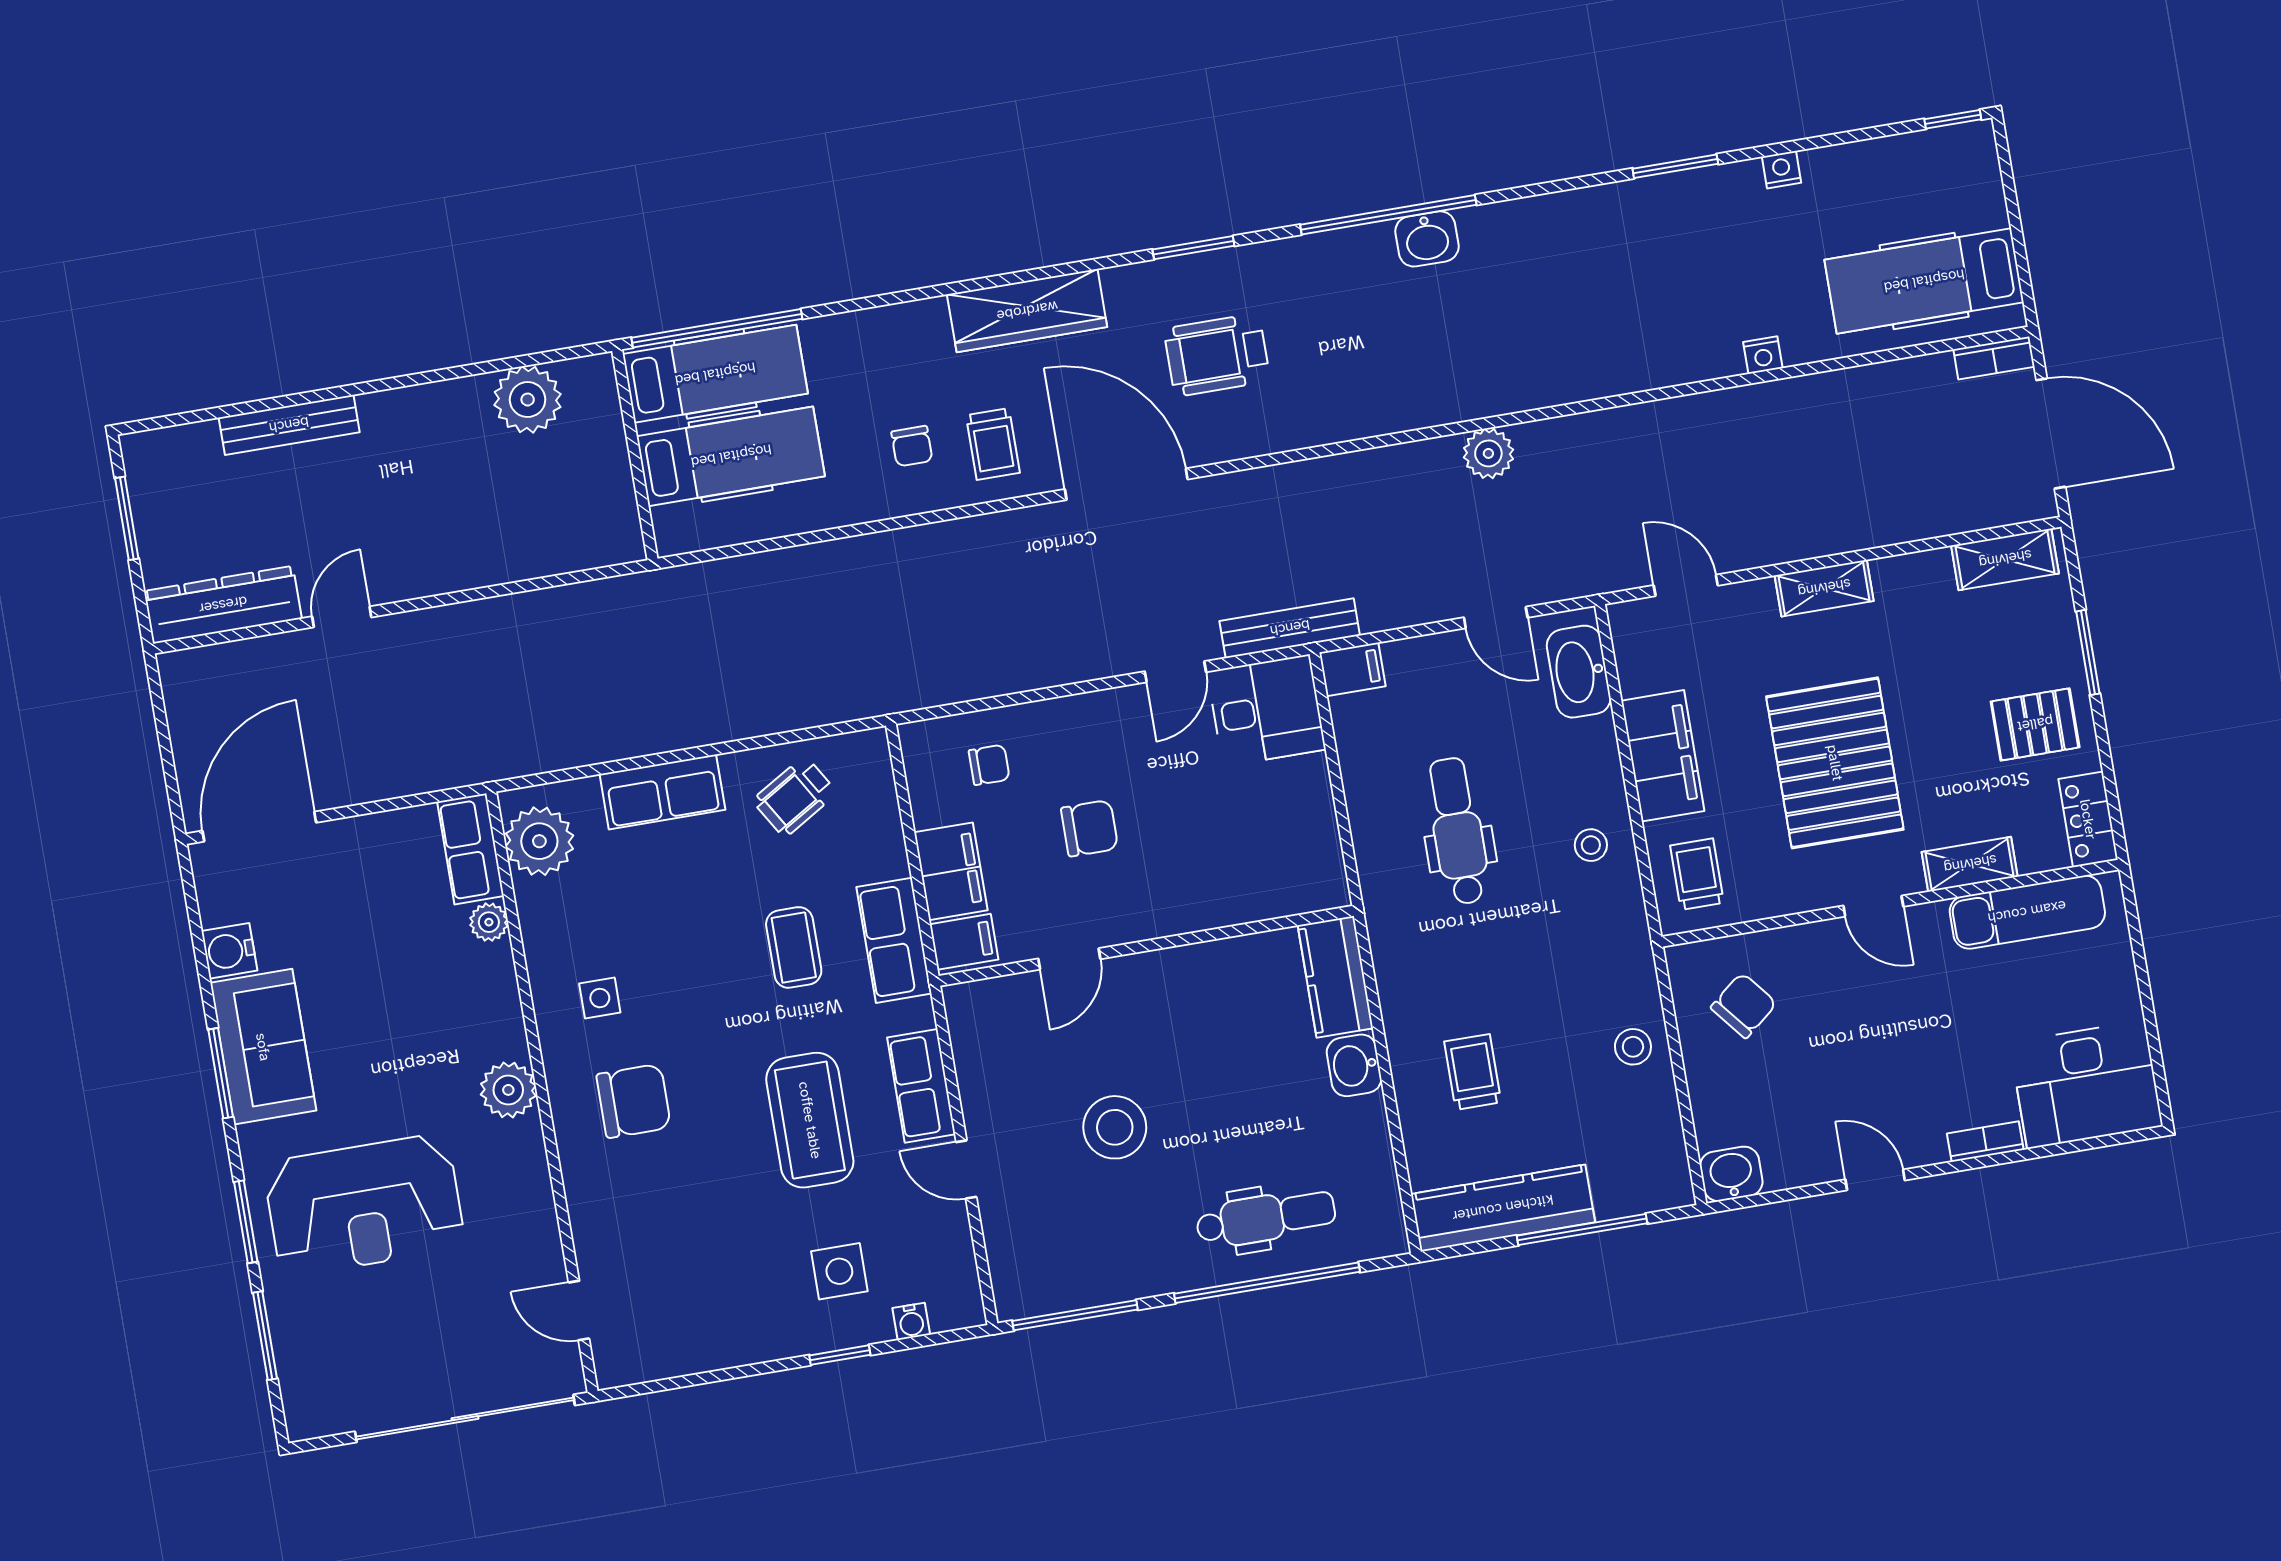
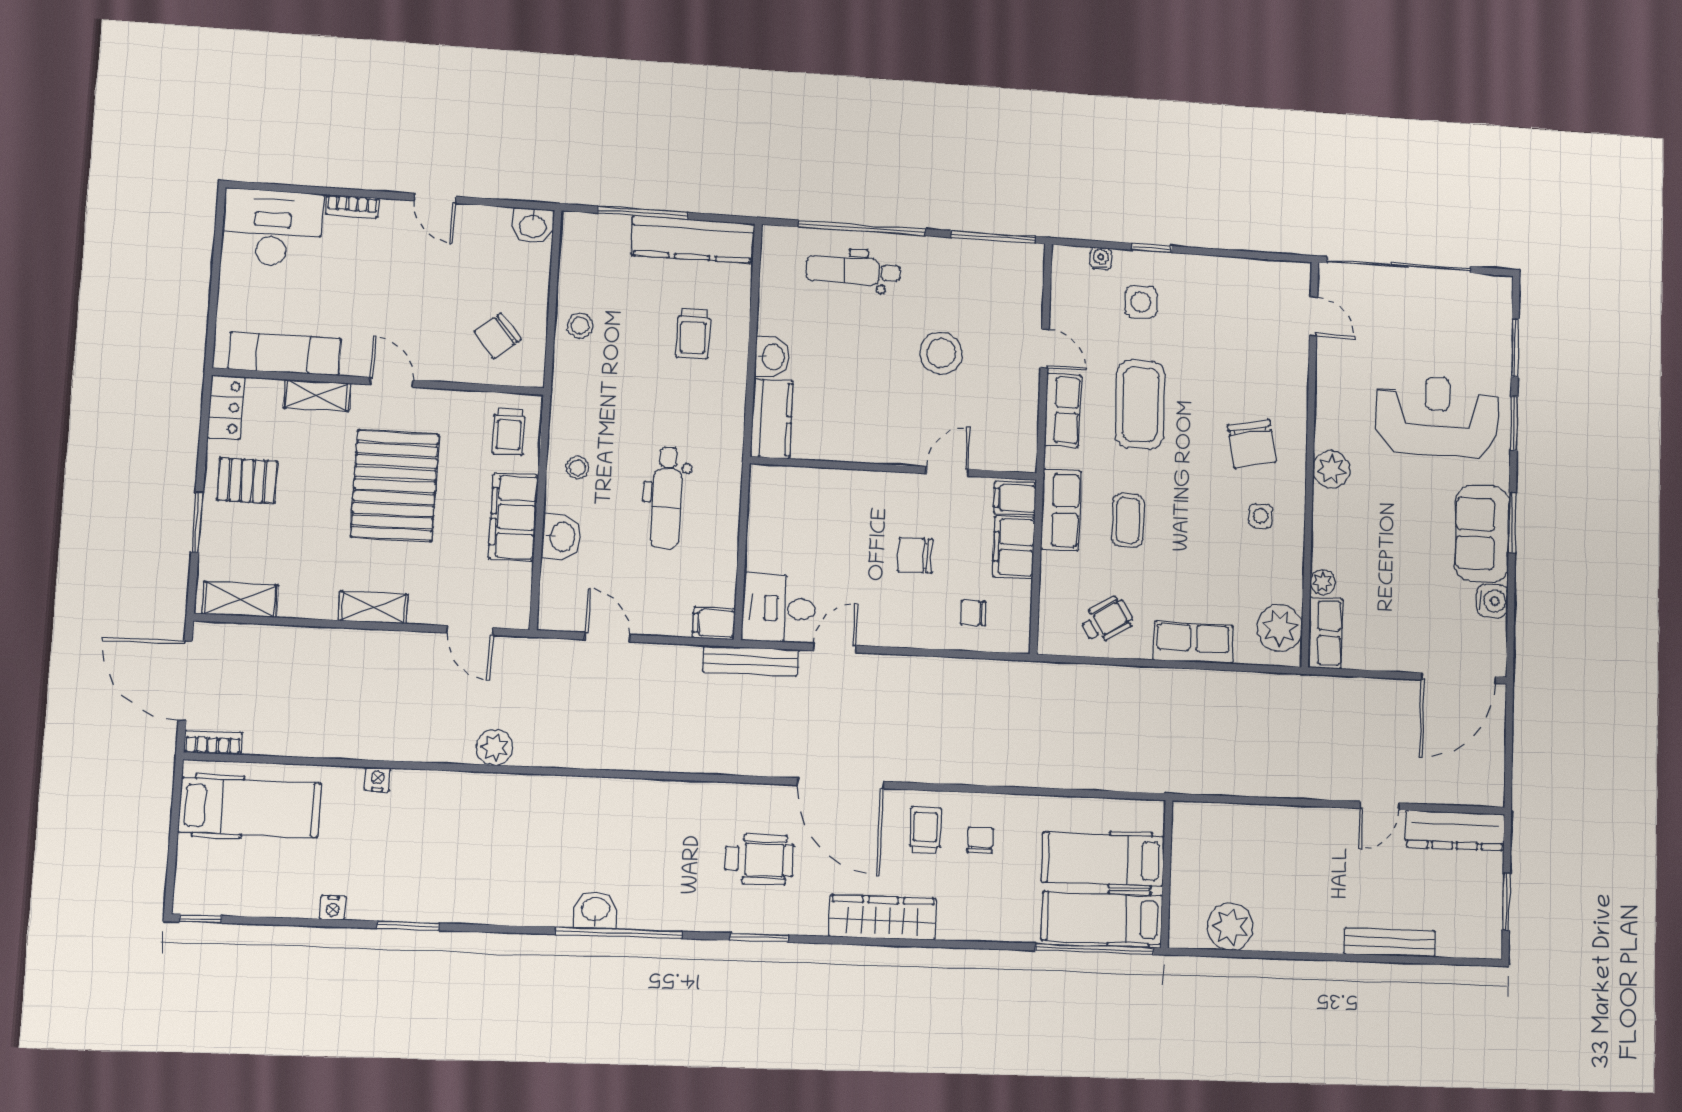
plant: (1488, 453) -> (494, 747), moved
washbasin: (1579, 672) -> (561, 537), moved, width x0.72
chair: (634, 1101) -> (1252, 444), turned -101

